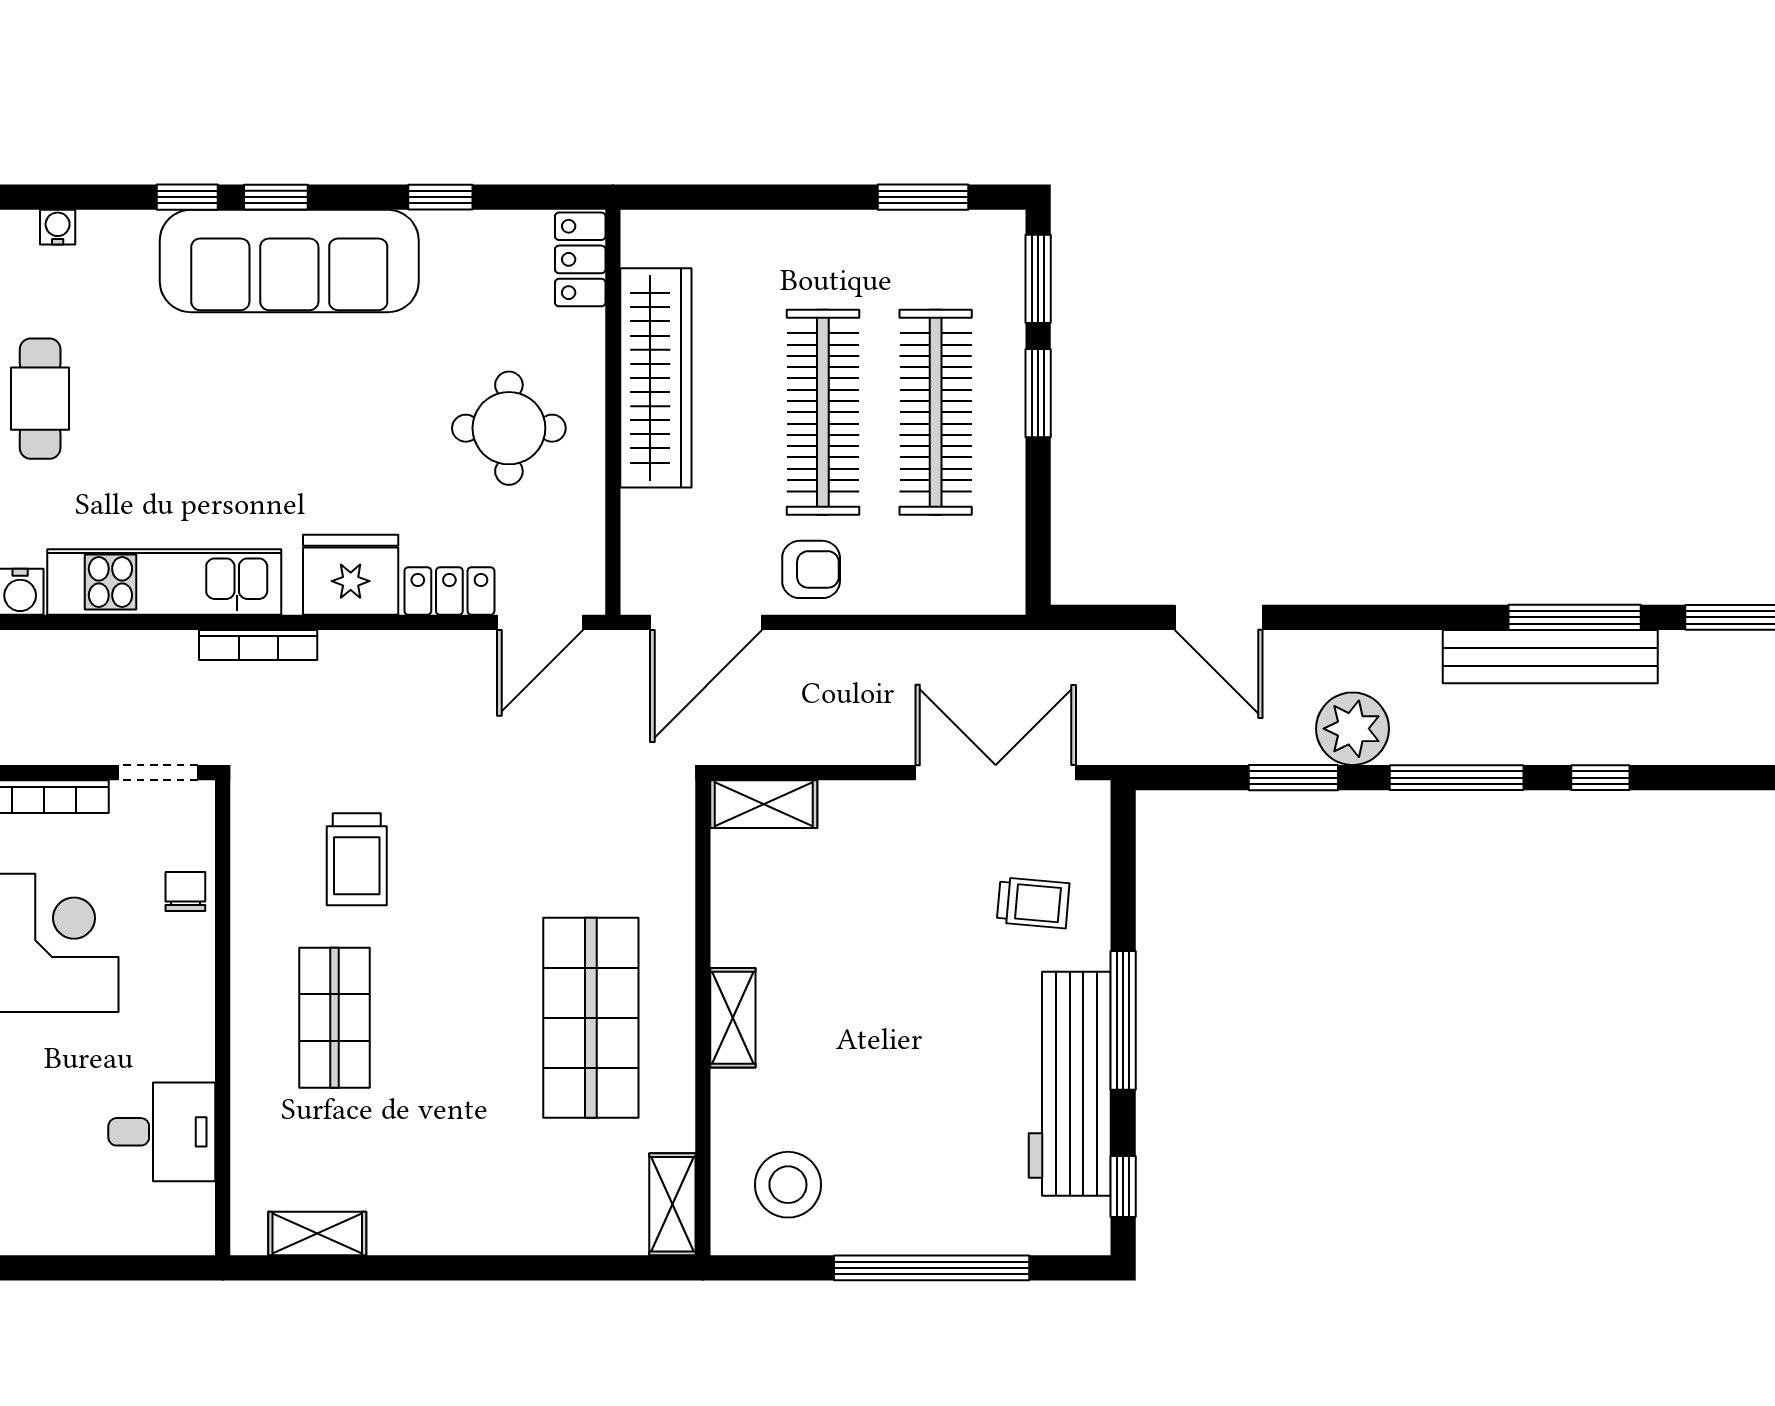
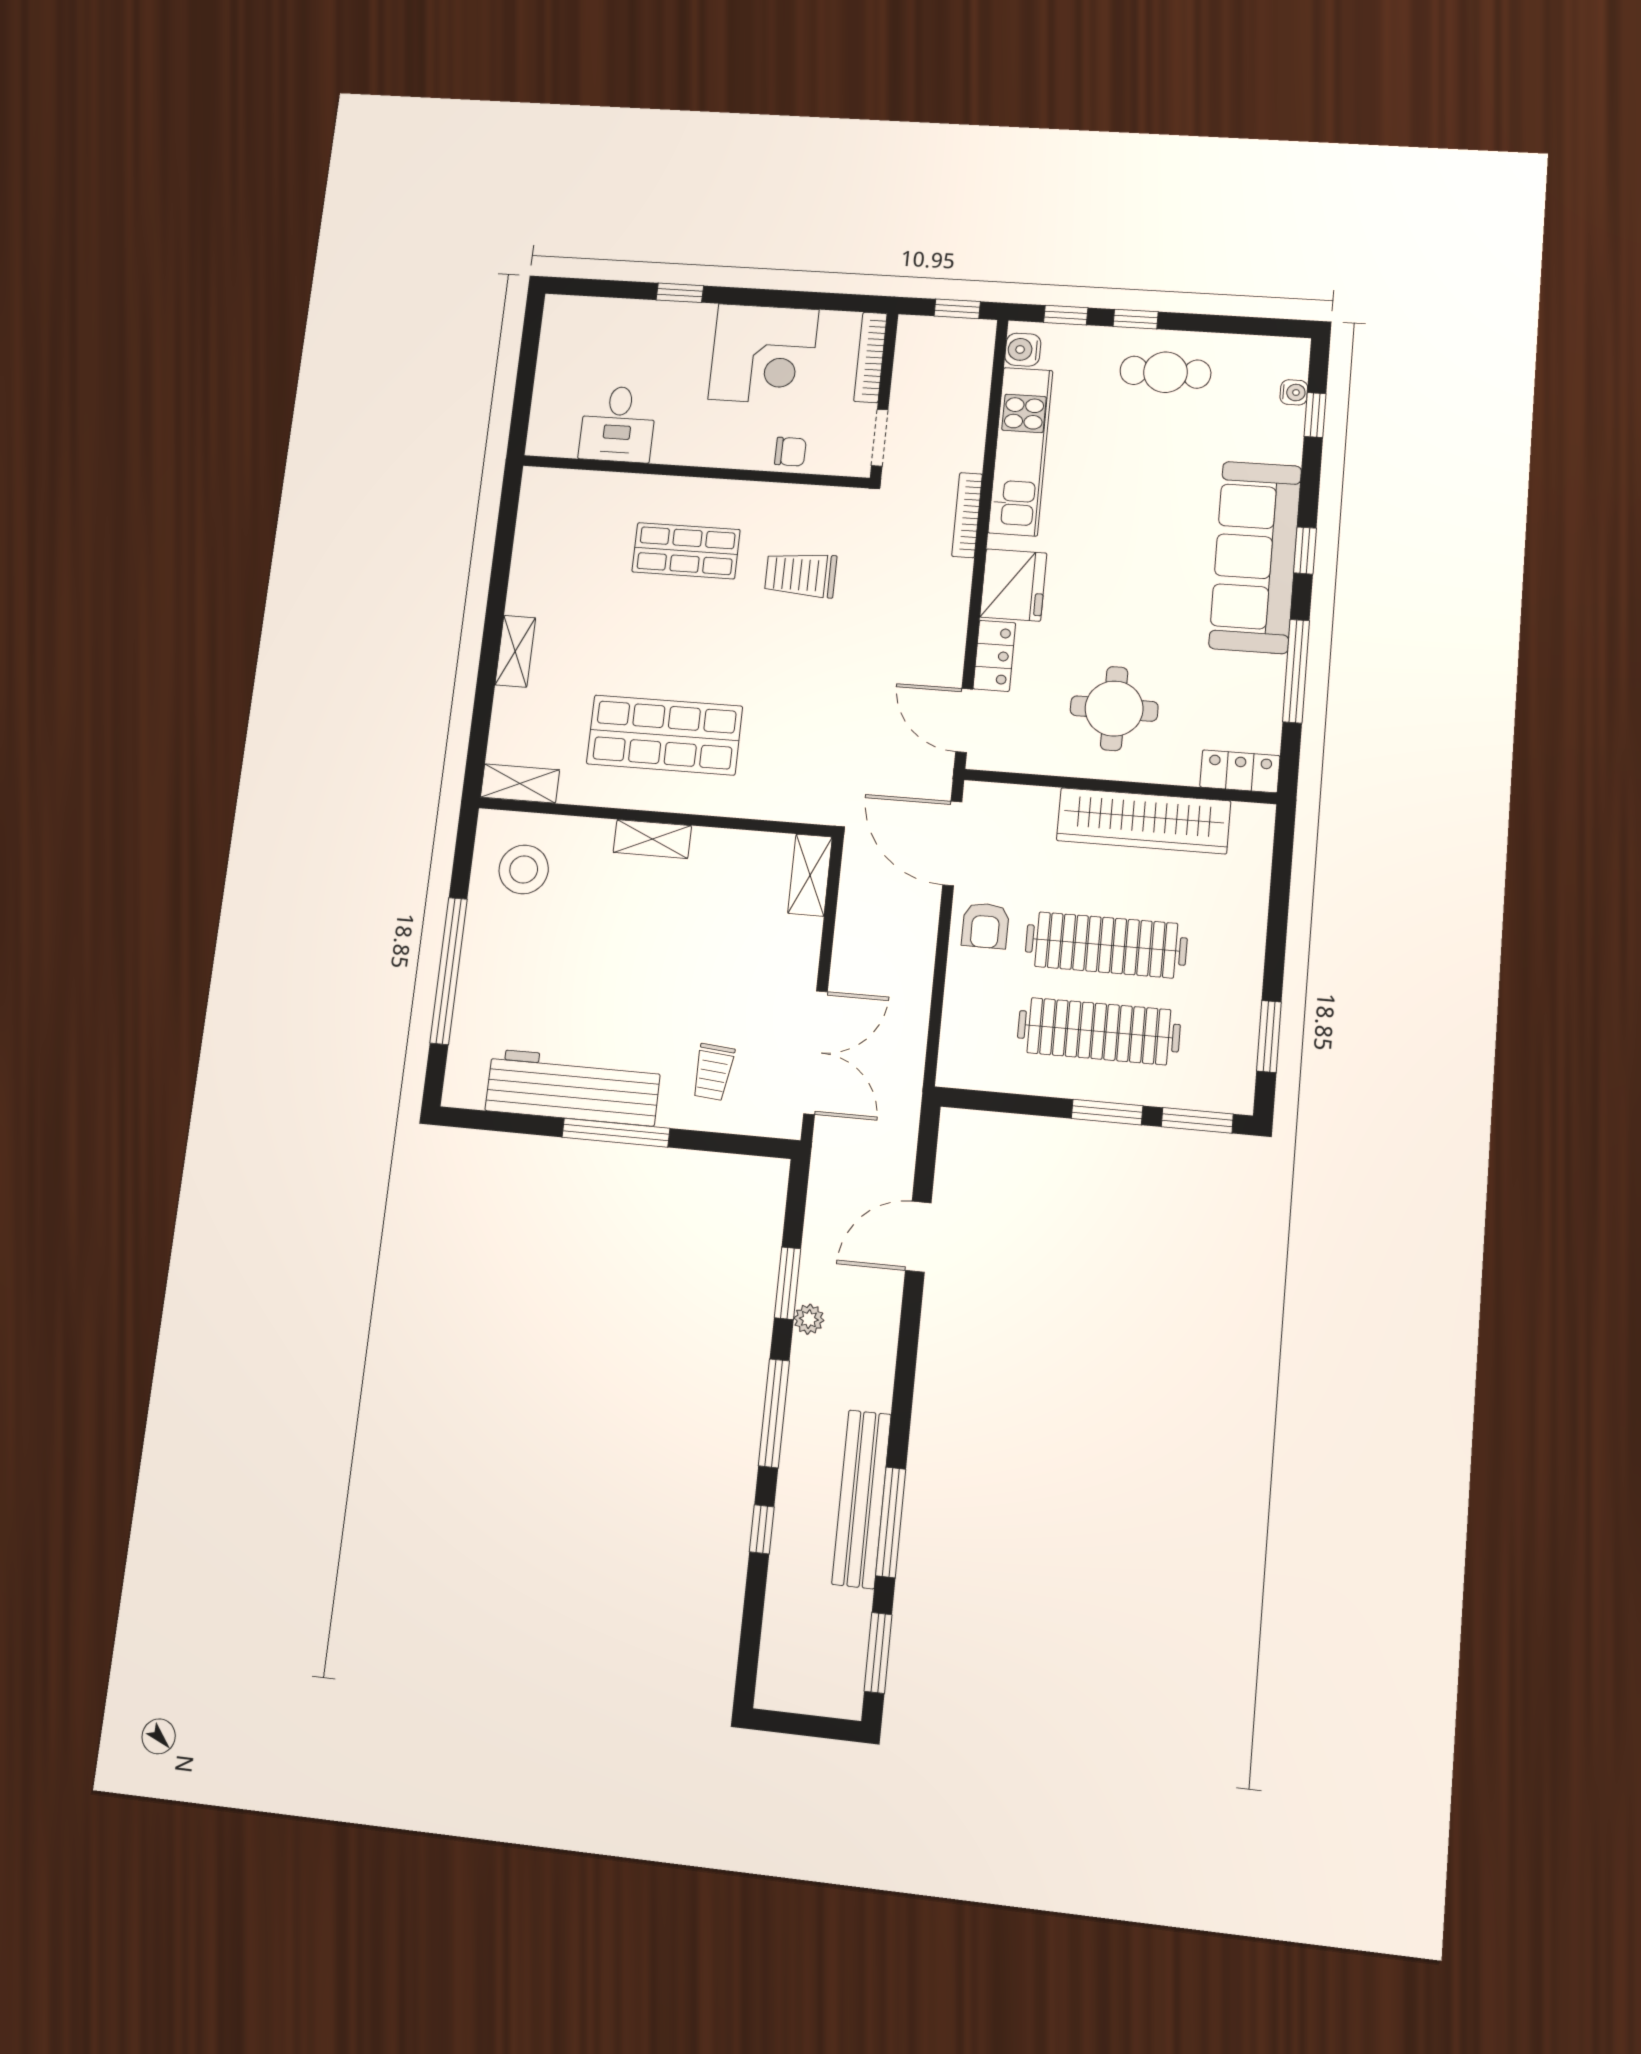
window: (187, 197) -> (1315, 415), moved
window: (440, 197) -> (1296, 671), width x2.17
plant: (1353, 729) -> (809, 1319), width x0.53, depth x0.53
window: (1123, 1186) -> (491, 1121), removed
shelving: (317, 1233) -> (515, 651), moved

